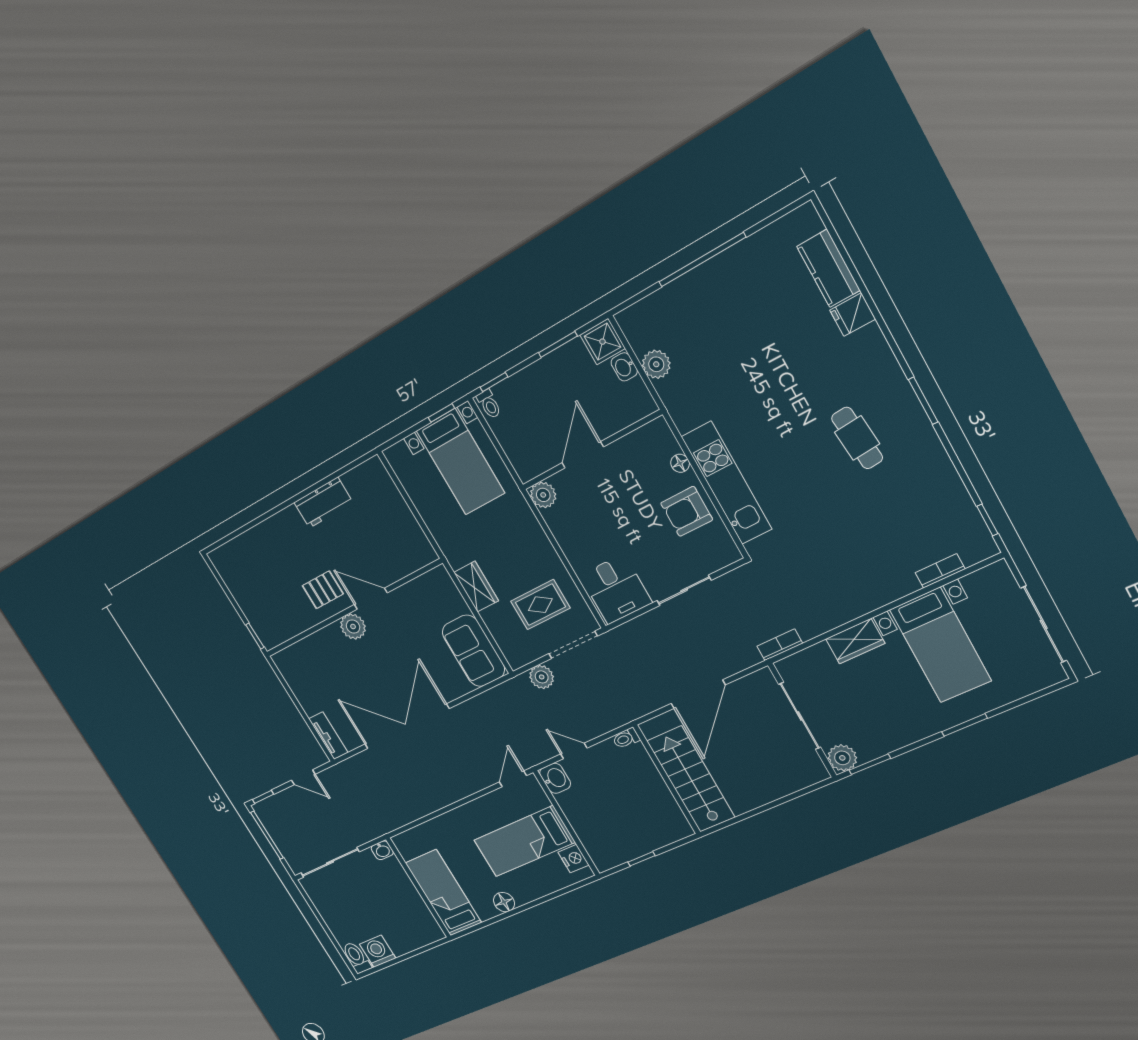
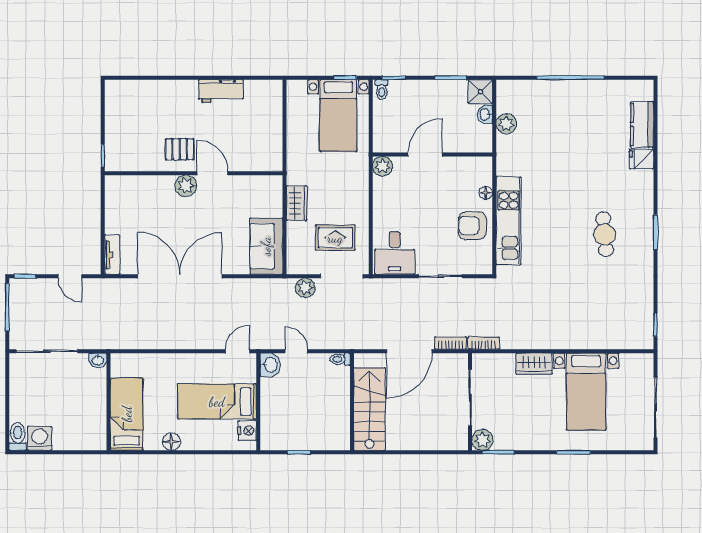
bookcase: (940, 571) -> (451, 343), moved

